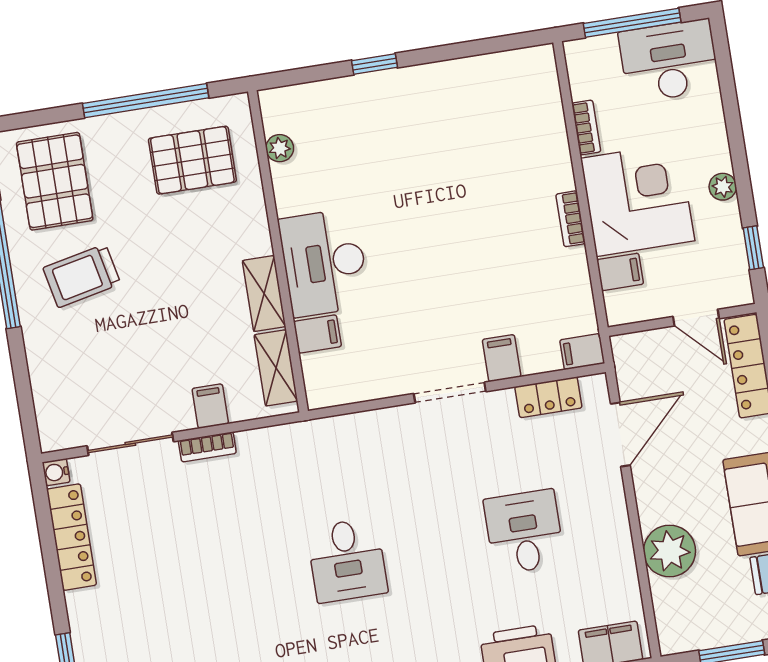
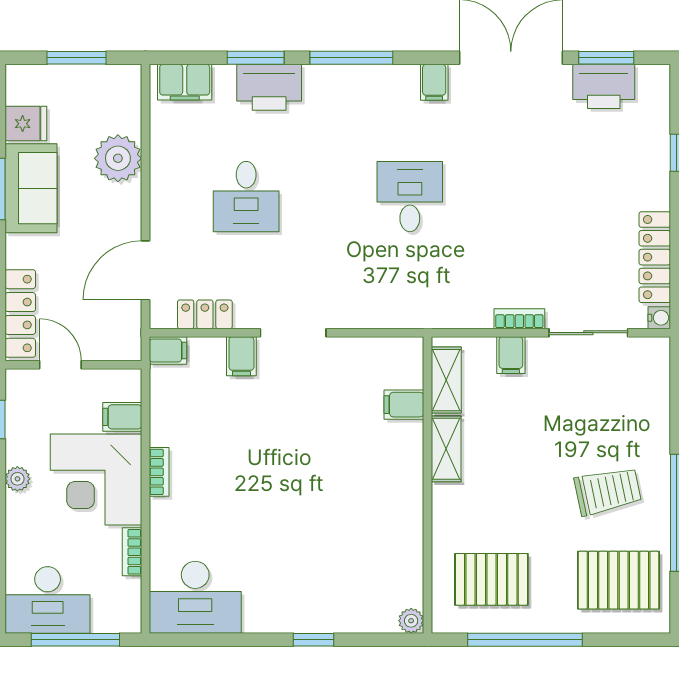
plant: (280, 148) -> (411, 621), moved
pallet: (55, 181) -> (619, 580), turned 90
desk: (324, 263) -> (195, 597), moved, turned 90

